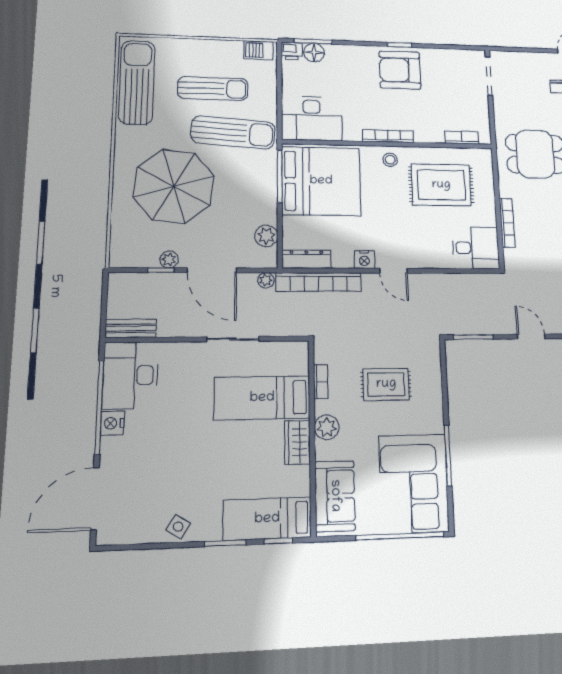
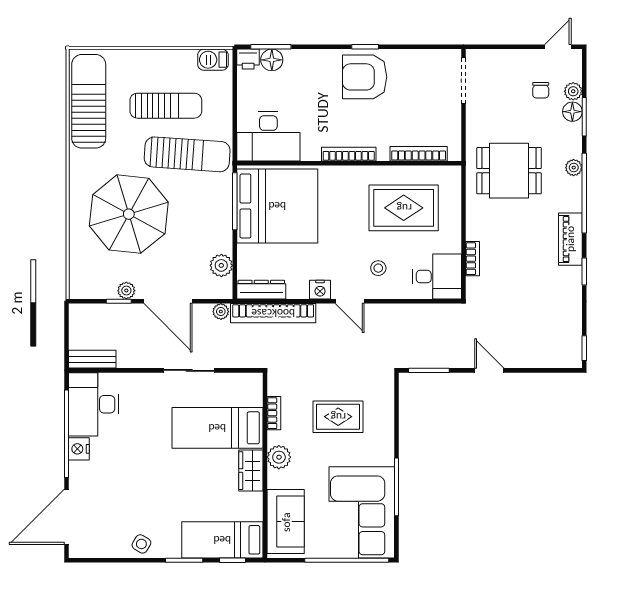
bookcase: (462, 138) -> (419, 154), width x1.56
stool: (390, 160) -> (378, 268), moved
bookcase: (507, 223) -> (473, 259), width x0.64

